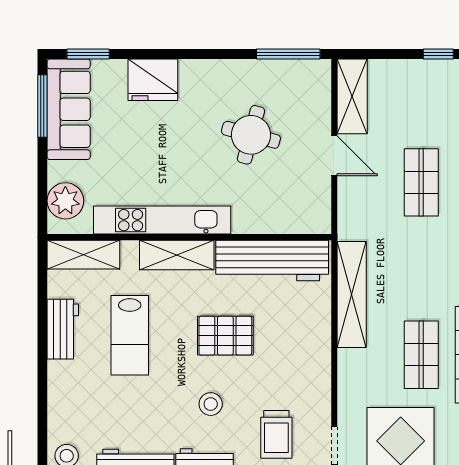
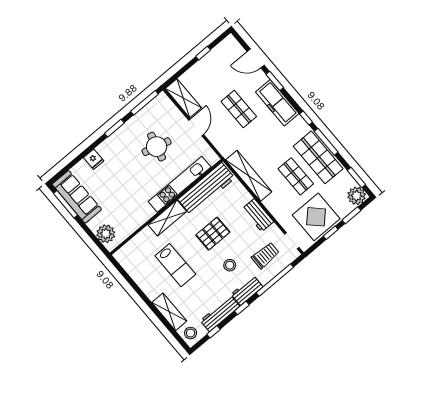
window: (88, 54) -> (114, 128), moved
fridge: (153, 80) -> (94, 159), width x0.53, depth x0.75
door: (334, 156) -> (196, 127), hinge flipped
kitchen unit: (162, 220) -> (180, 184), moved
shelving: (83, 255) -> (169, 312), moved, turned 90
workbench: (63, 329) -> (258, 215), moved, turned 180
trolley: (276, 434) -> (265, 255), turned -90

